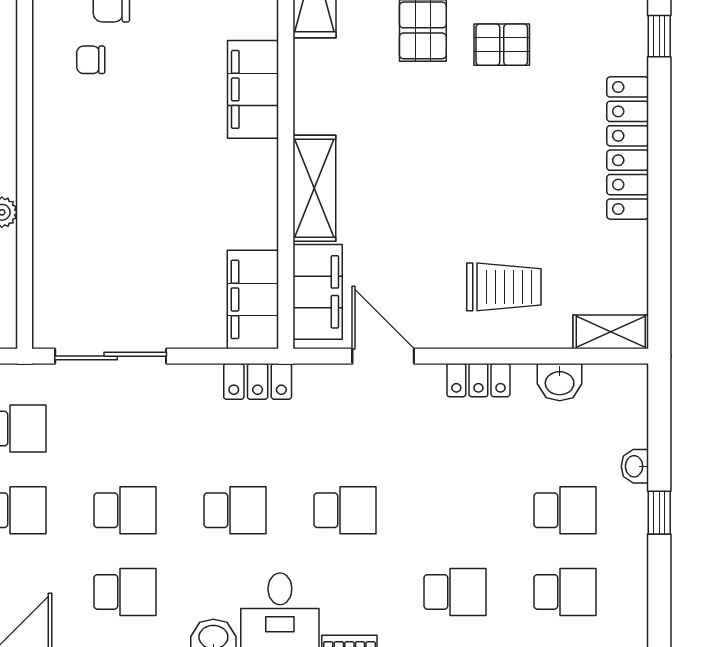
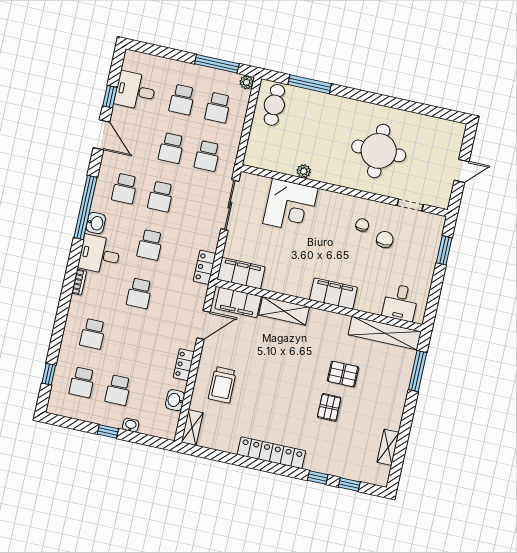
corner desk: (84, 225) -> (290, 206), added

